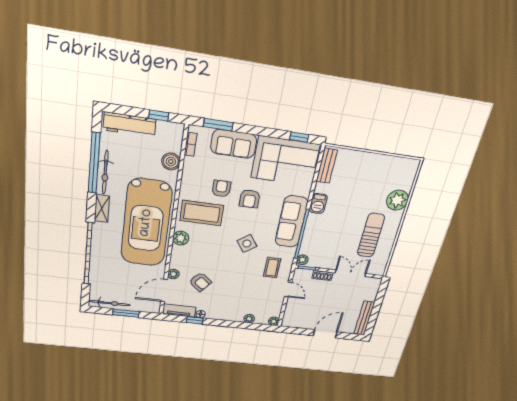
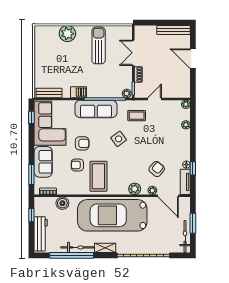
car: (146, 223) -> (112, 215), turned 180
sun lounger: (371, 235) -> (99, 45), turned 90
plant: (181, 238) -> (135, 189), moved

